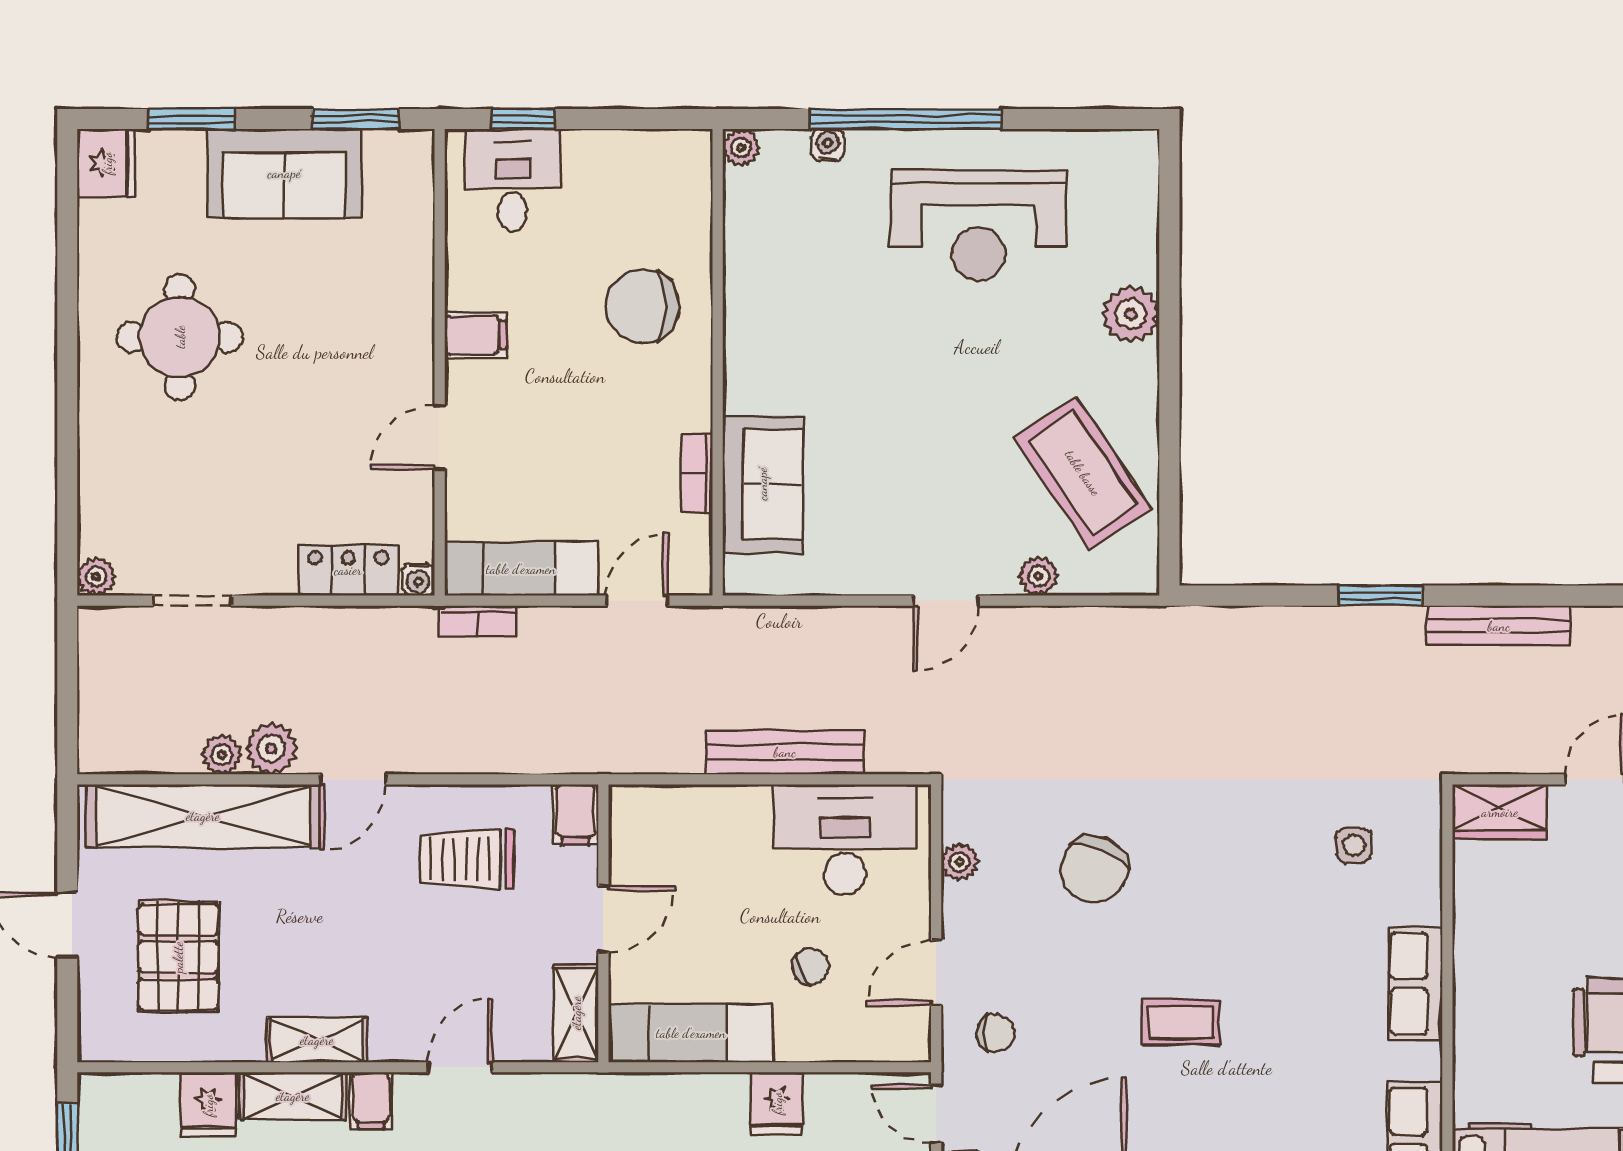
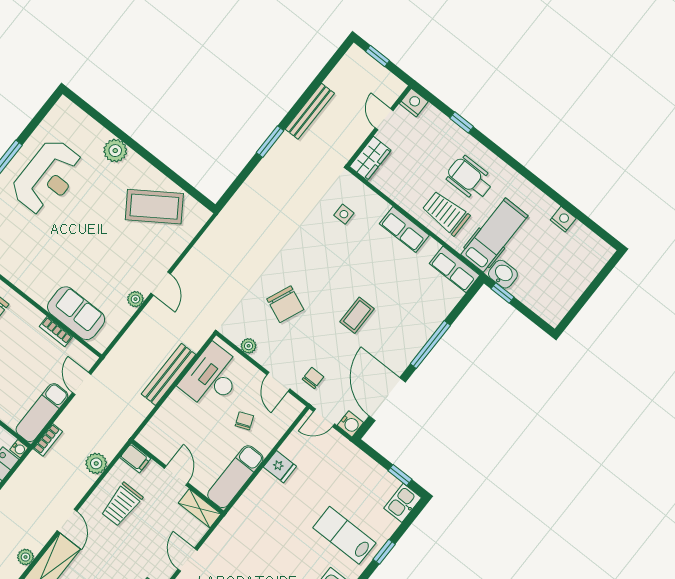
plant: (1038, 576) -> (135, 299), moved
plant: (271, 748) -> (96, 463), moved
trolley: (1509, 1038) -> (446, 213), added

